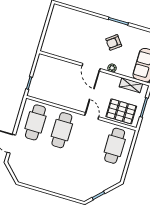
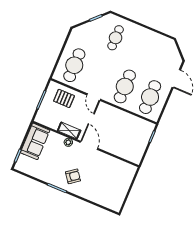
armchair: (114, 42) -> (73, 176), moved
shelving: (131, 85) -> (69, 131), moved
pallet: (121, 111) -> (64, 98), width x0.67, depth x0.71
cafe table: (77, 178) -> (116, 38), added

